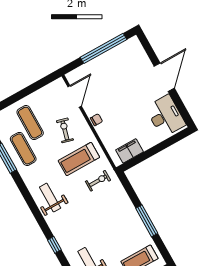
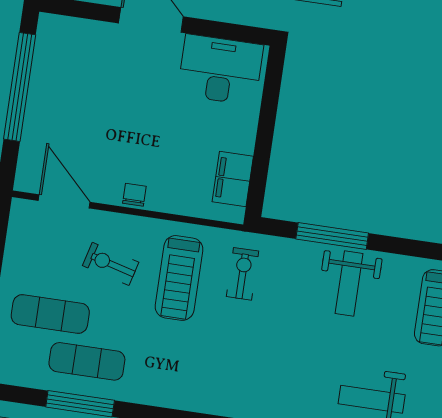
weight bench: (50, 198) -> (349, 284), moved, turned -90
window: (147, 221) -> (332, 236), moved

